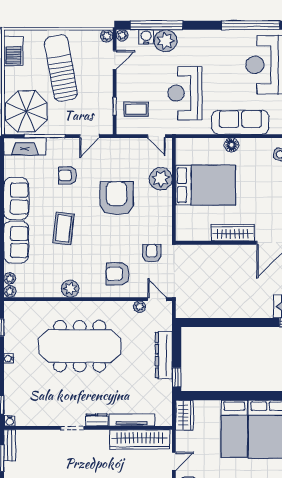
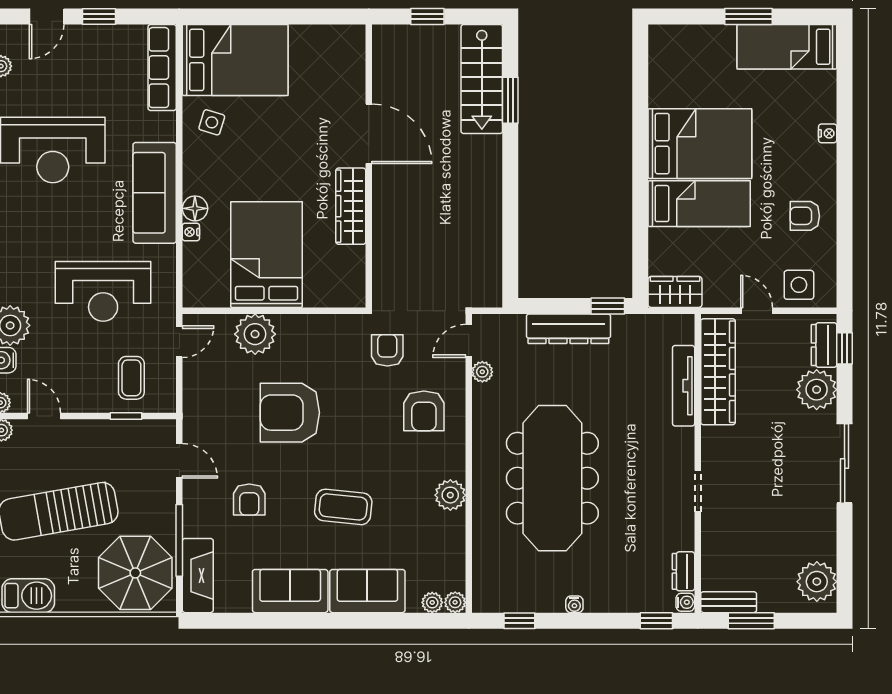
nightstand: (218, 143) -> (191, 232), added
armchair: (152, 253) -> (387, 350), turned 90
dresser: (97, 420) -> (683, 571), moved

